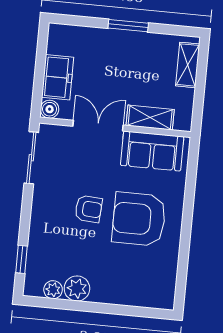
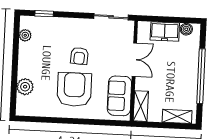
window: (128, 26) -> (201, 76), width x2.11
boiler: (50, 109) -> (186, 29), moved
shelving: (150, 118) -> (141, 106), moved
plant: (77, 288) -> (25, 87), moved

